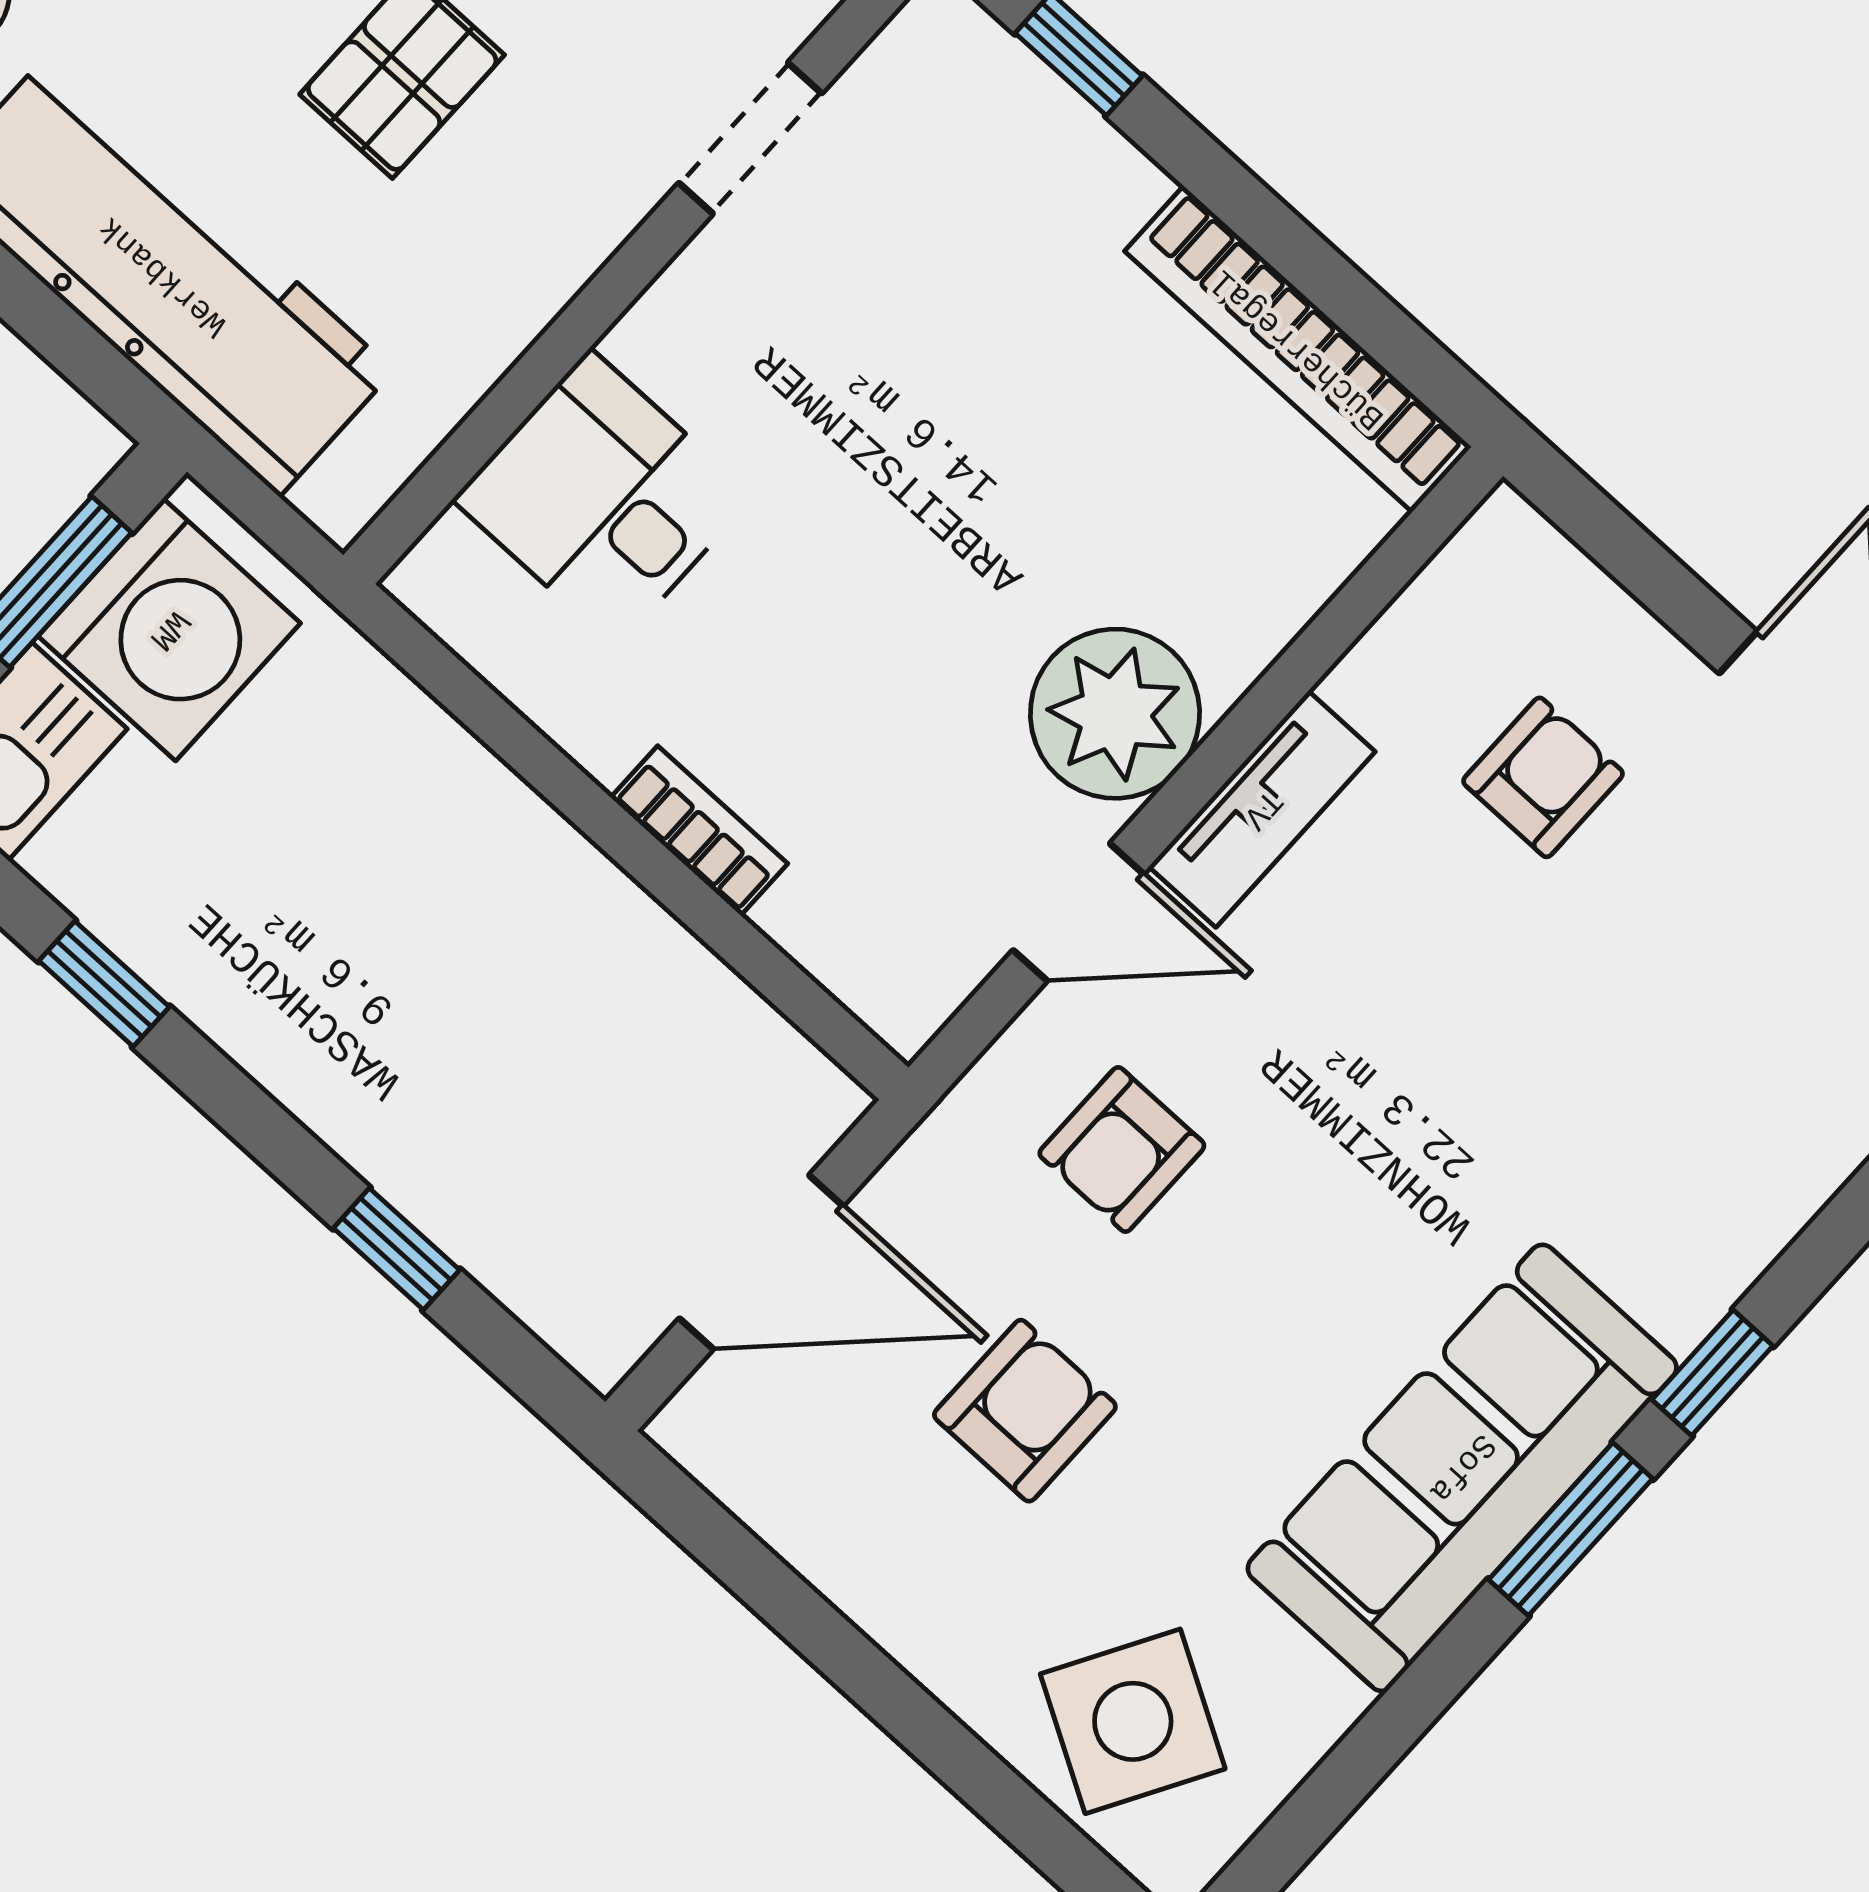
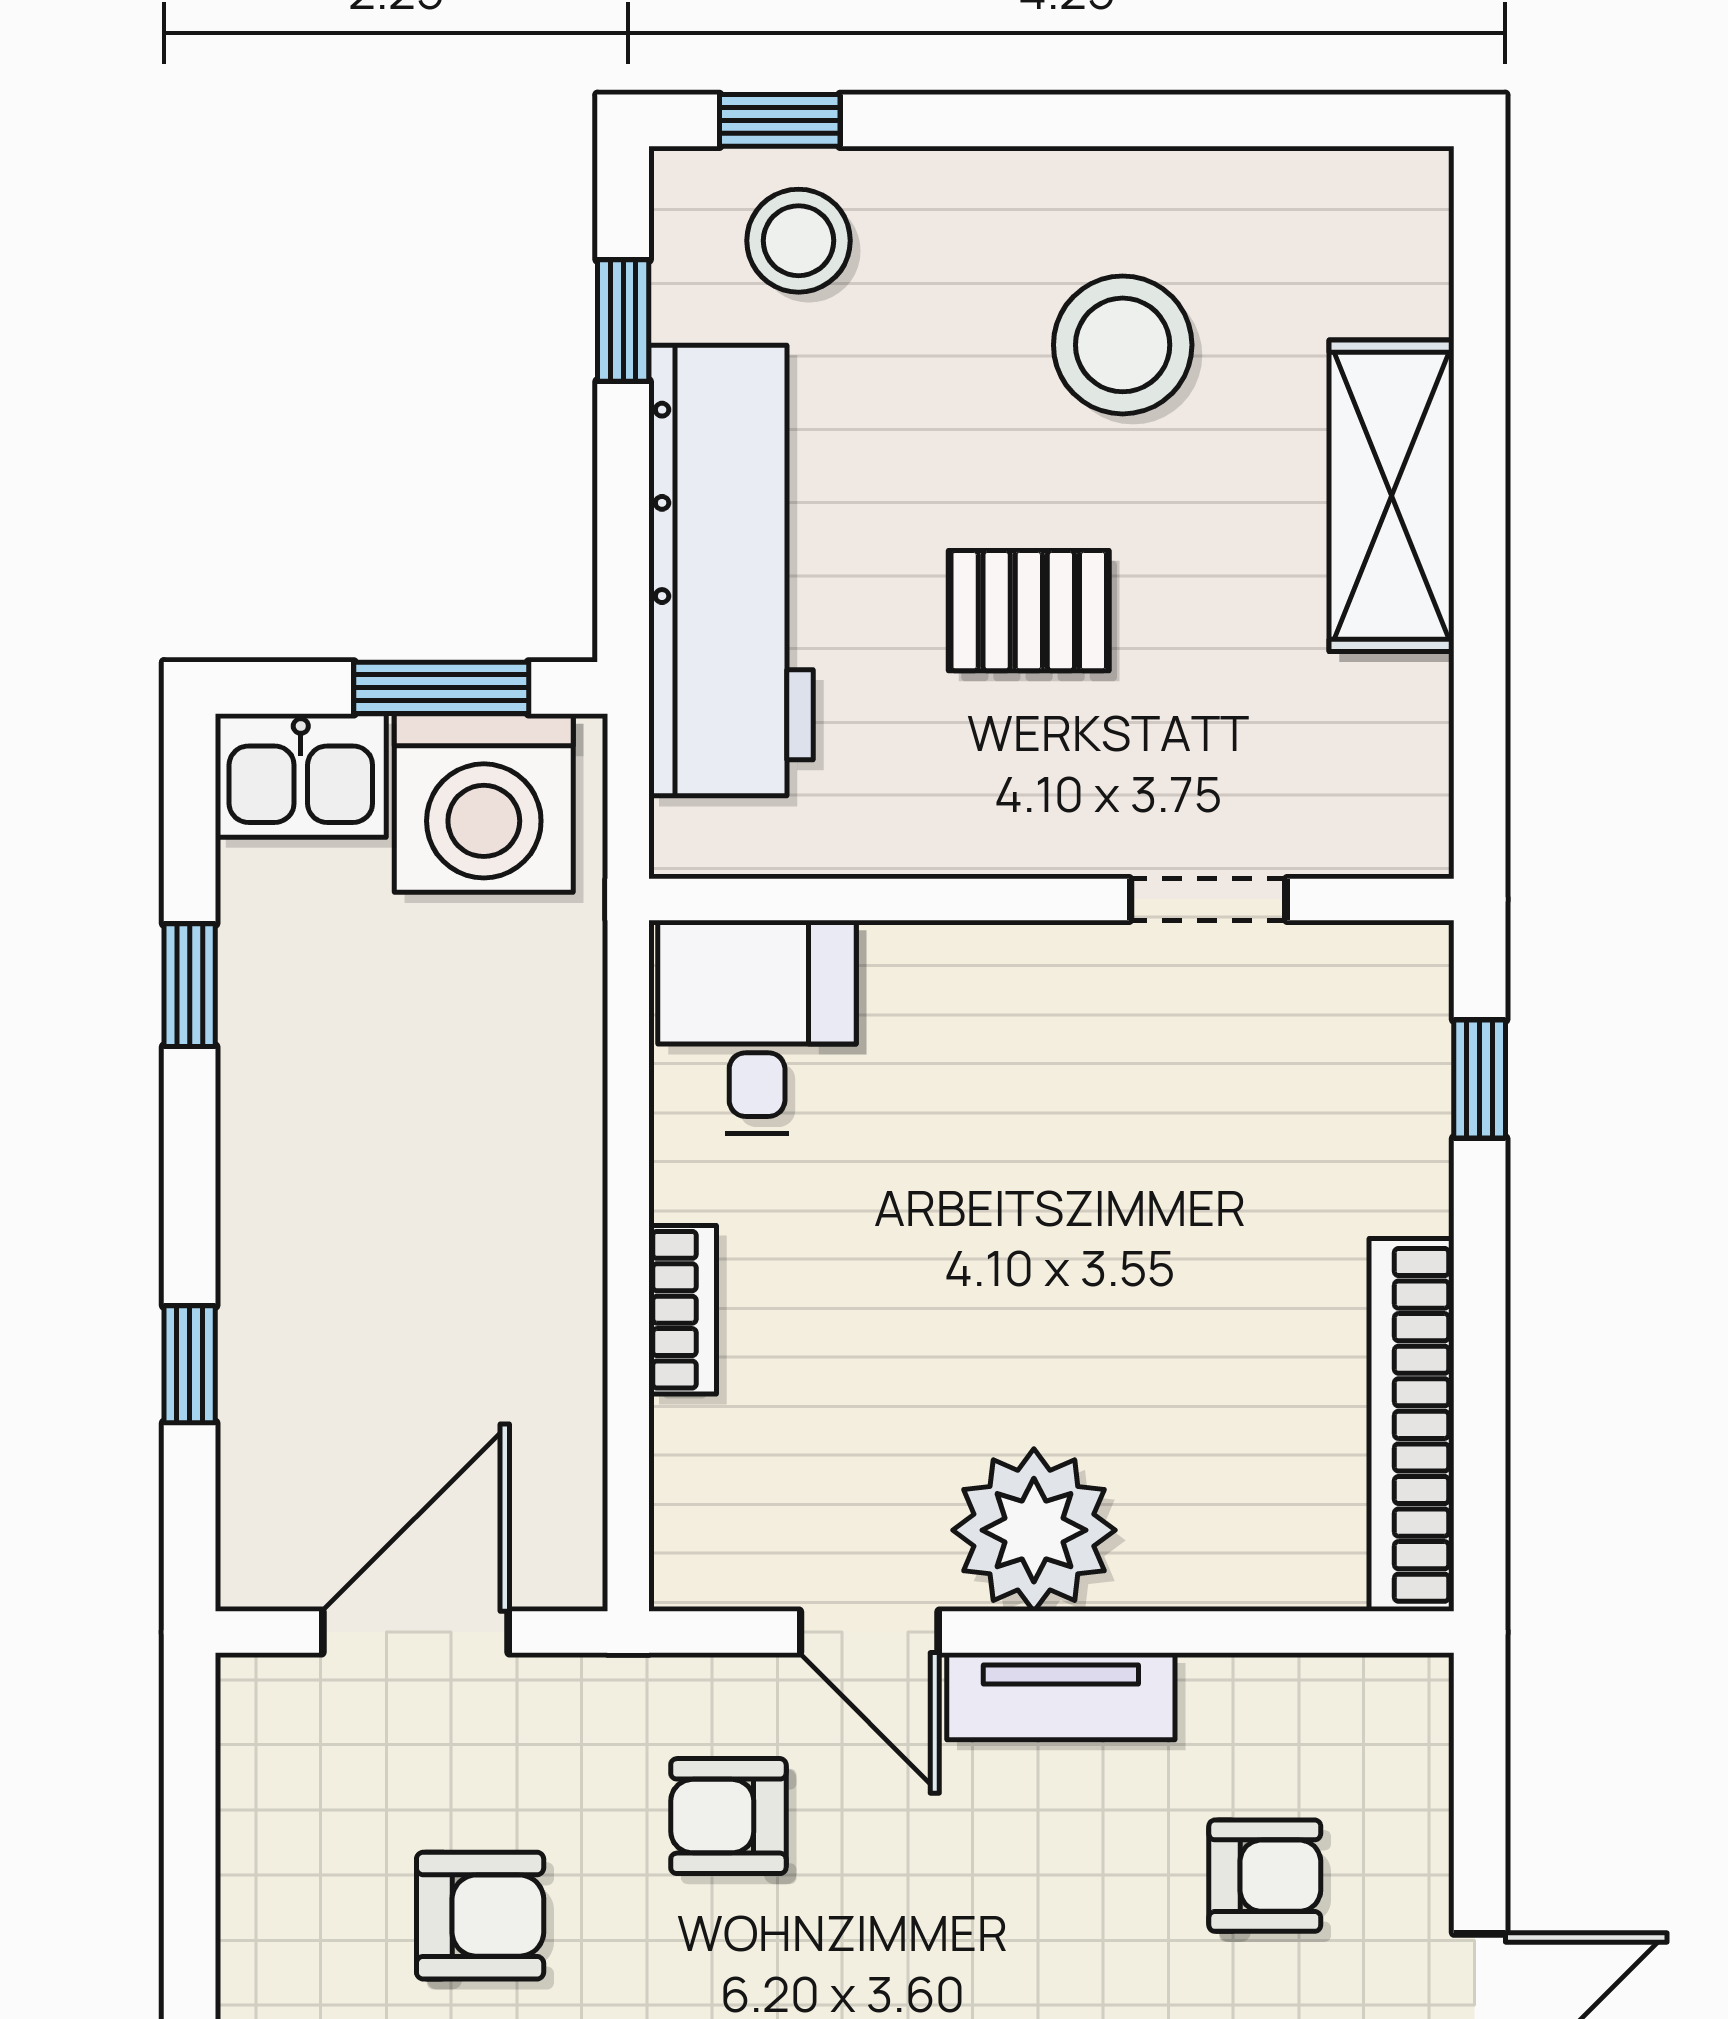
desk: (603, 498) -> (757, 1027), moved
door: (761, 1262) -> (416, 1632), swing flipped

